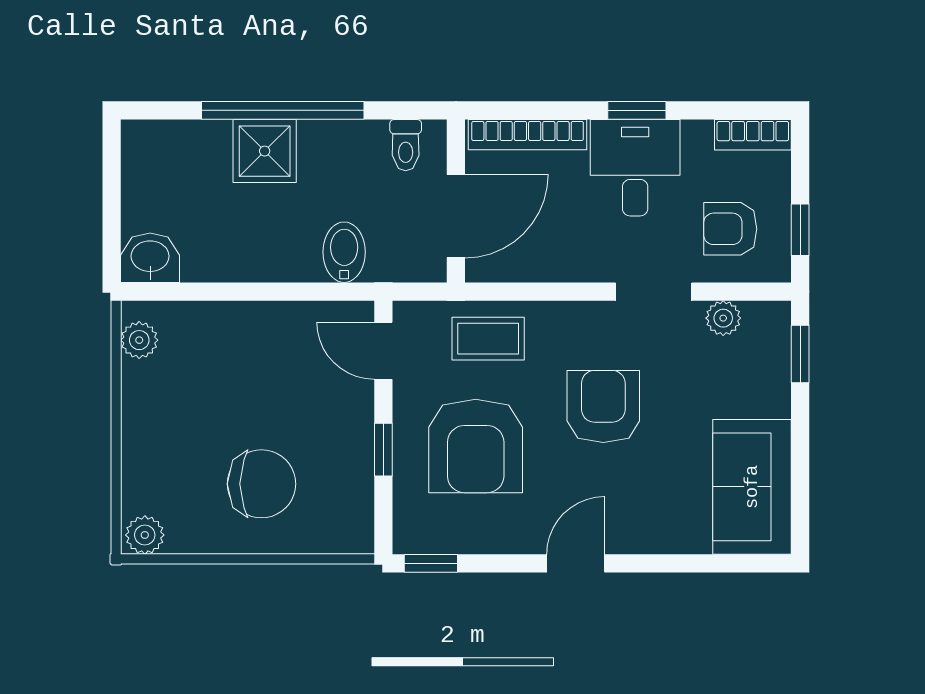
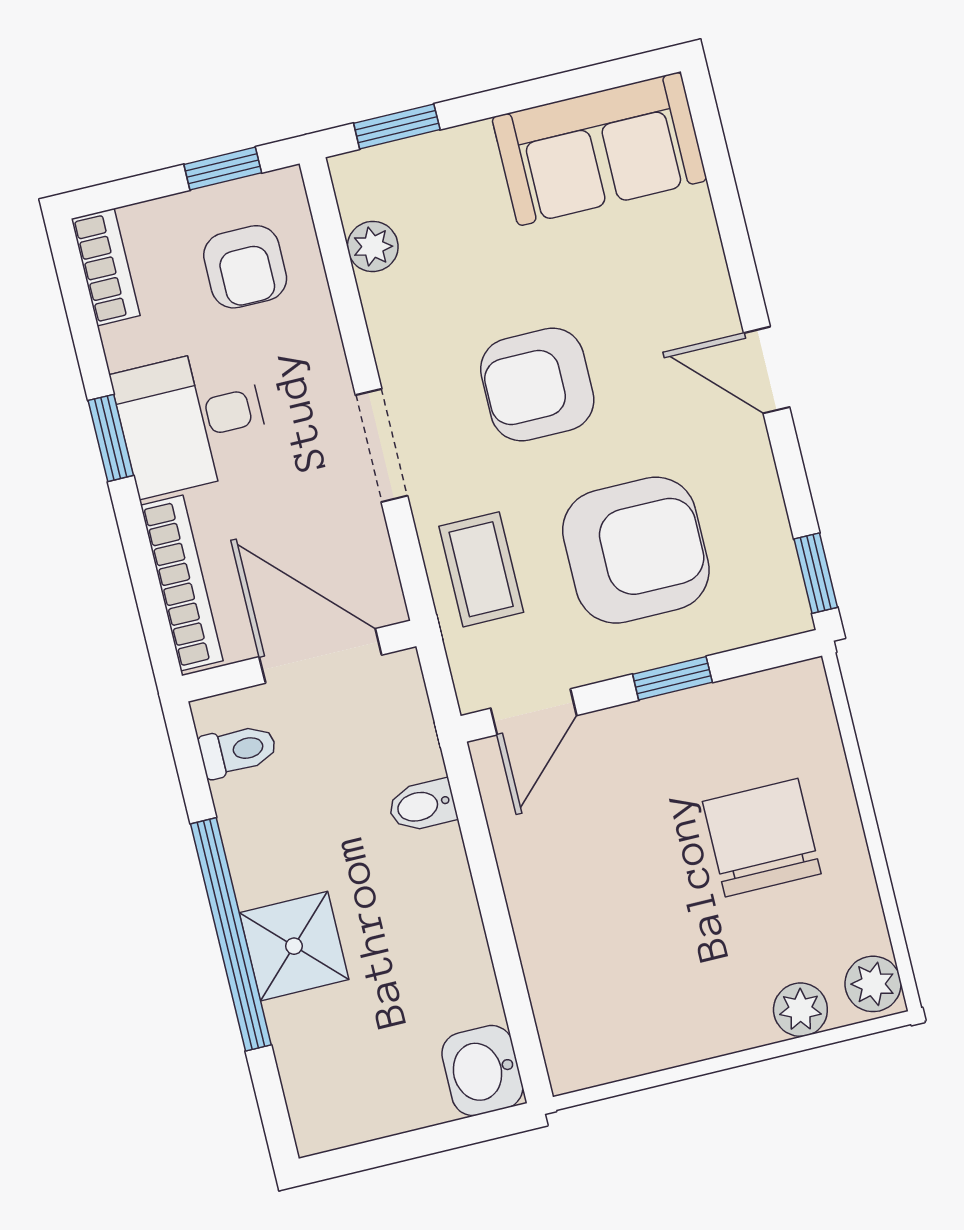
bidet: (344, 252) -> (422, 806), width x0.72, depth x0.74
doorway: (654, 292) -> (381, 445), moved
plant: (139, 340) -> (800, 1010), moved

